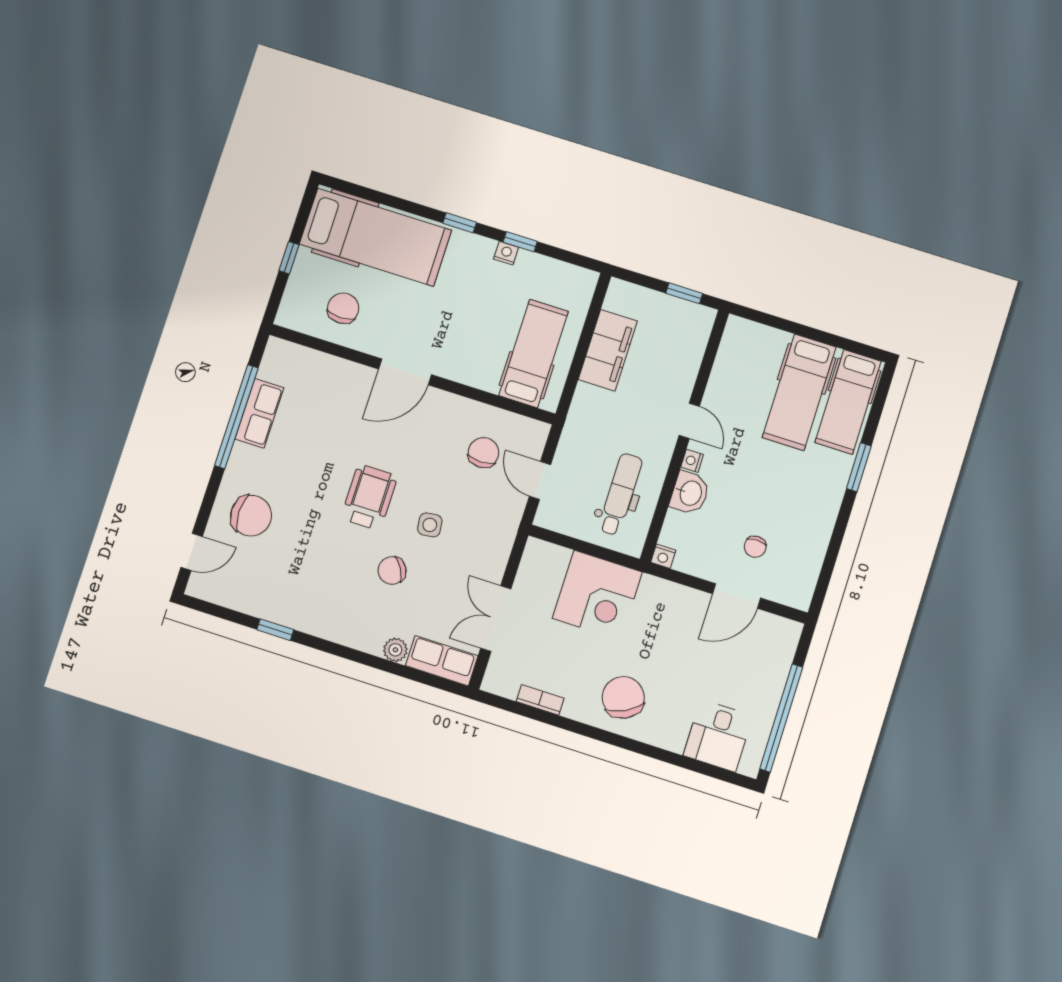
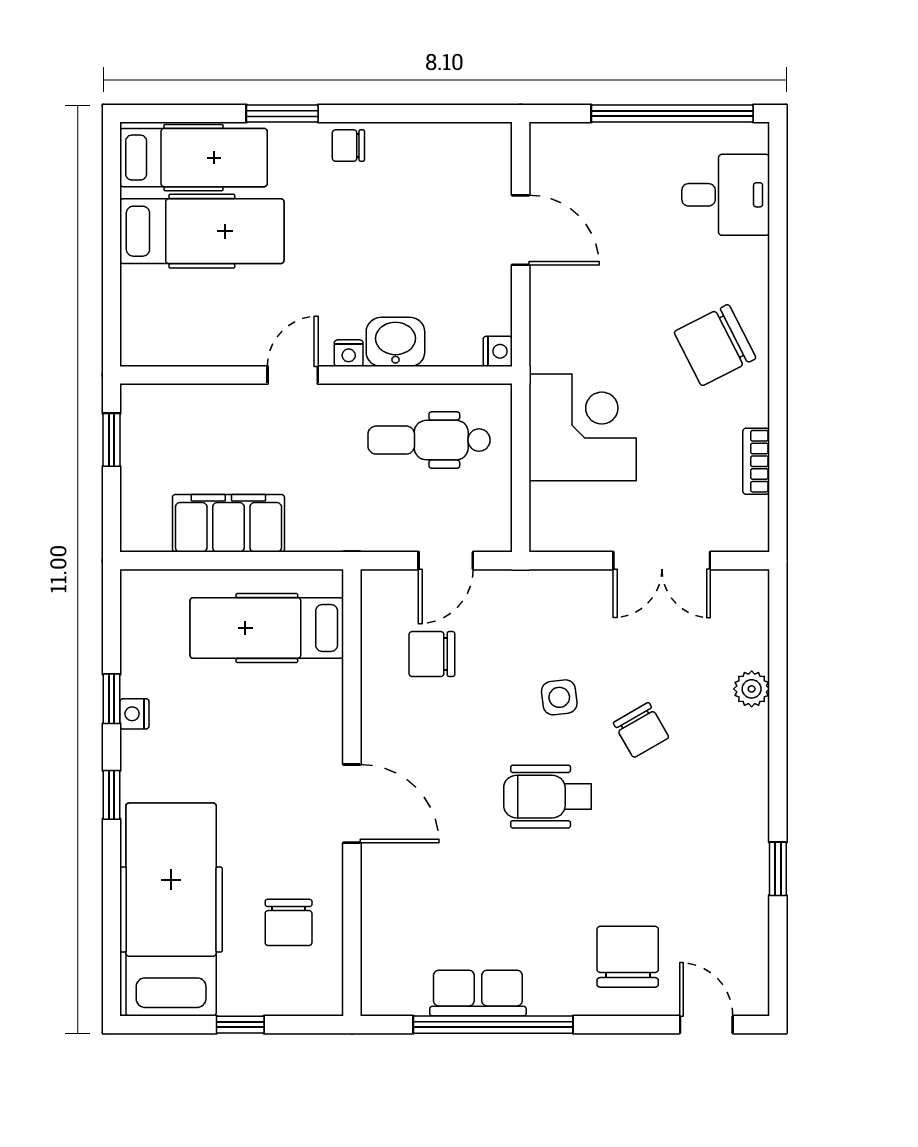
chair: (343, 308) -> (289, 922), turned -90
chair: (755, 547) -> (348, 146), moved, turned 180
row of seats: (442, 661) -> (746, 618), removed

